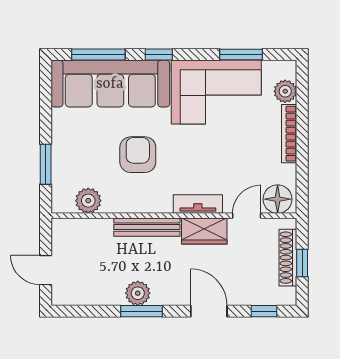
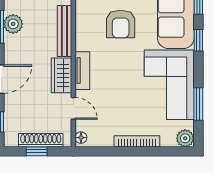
plant: (285, 91) -> (185, 138), moved
armchair: (138, 155) -> (121, 24), turned 90
floor lamp: (278, 199) -> (81, 138), width x0.53, depth x0.53

